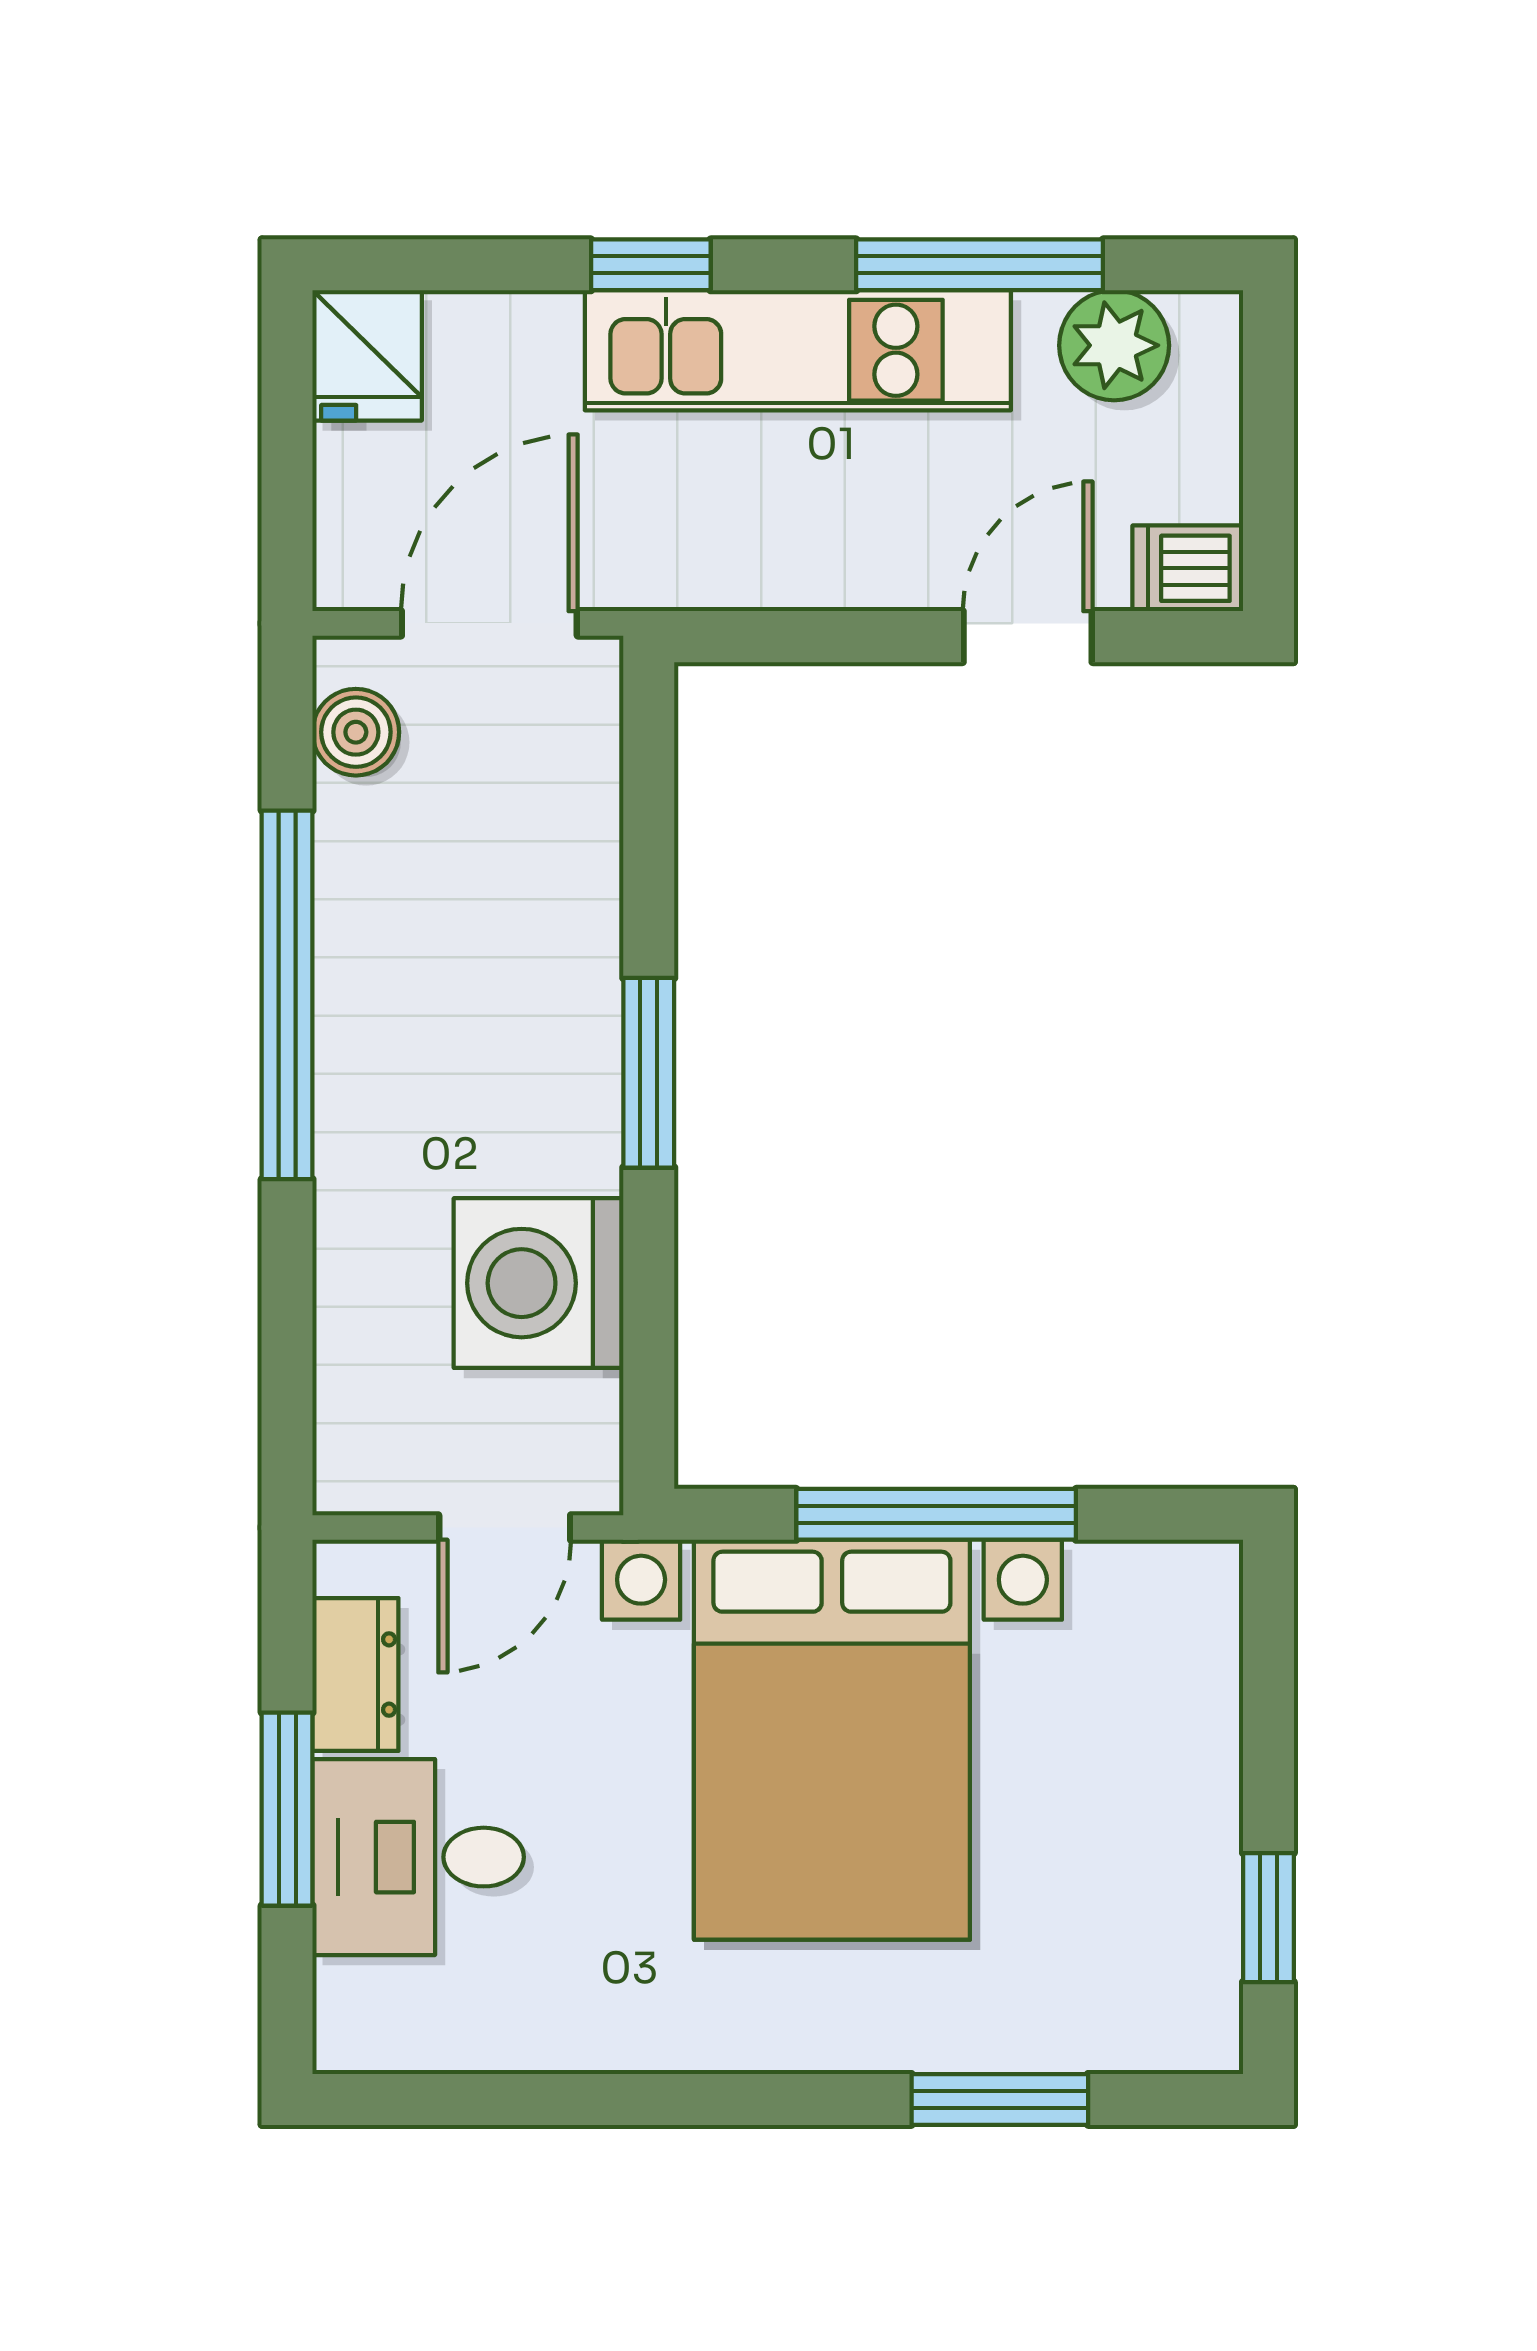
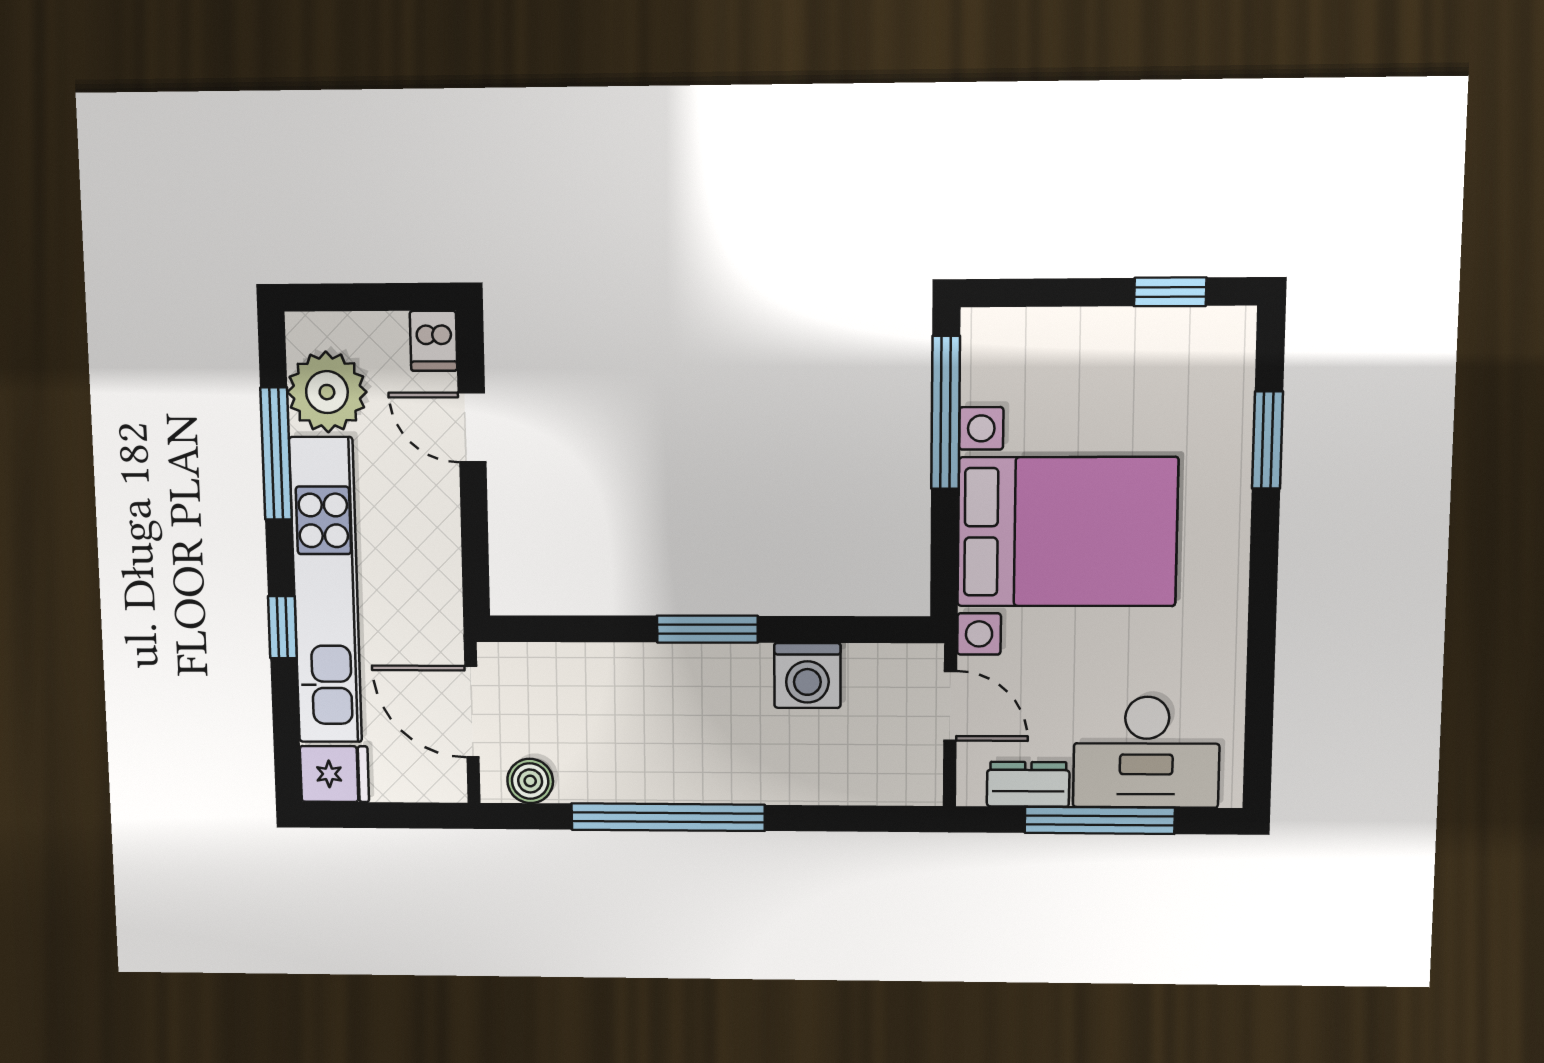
plant: (1114, 345) -> (327, 392), width x1.36, depth x1.36
kitchen unit: (798, 350) -> (326, 591), width x1.36
washing machine: (539, 1283) -> (807, 675), width x0.73, depth x0.73
window: (936, 1514) -> (946, 413), moved
window: (287, 1809) -> (1100, 820), width x1.44
desk: (418, 1857) -> (1146, 752), width x1.37

